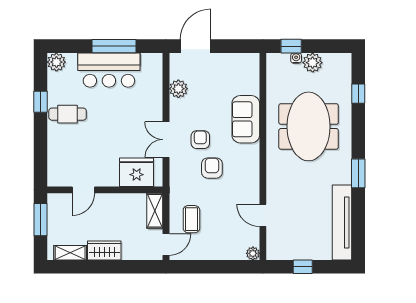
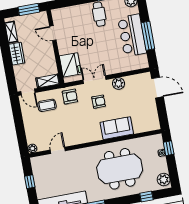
plant: (313, 63) -> (164, 180), moved
plant: (178, 89) -> (118, 83), moved
armchair: (212, 168) -> (70, 96), moved

